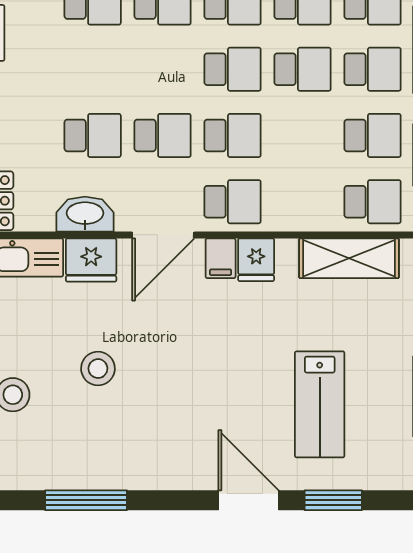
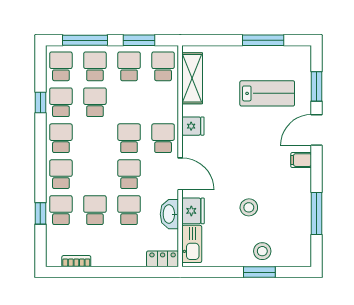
school desk: (233, 69) -> (95, 210), moved
filing cabinet: (221, 258) -> (301, 160), moved, turned 180

